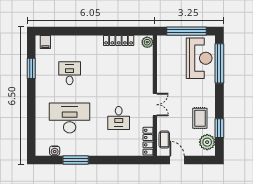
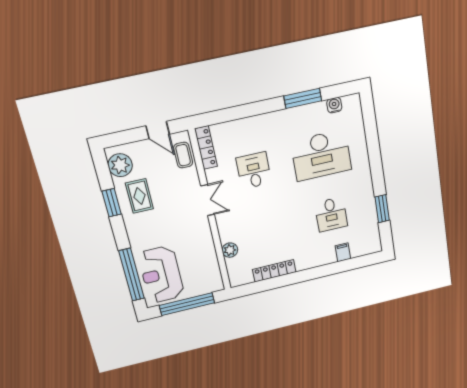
filing cabinet: (45, 42) -> (343, 252), moved
plant: (147, 42) -> (230, 250), moved
double door: (155, 105) -> (208, 200), swing flipped
window: (219, 128) -> (112, 203), moved

